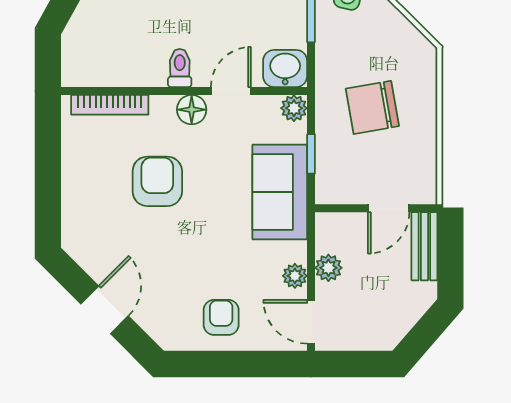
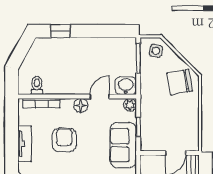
toilet: (180, 68) -> (37, 85), moved
chair: (372, 107) -> (180, 82), moved
tv unit: (75, 189) -> (25, 144), added

